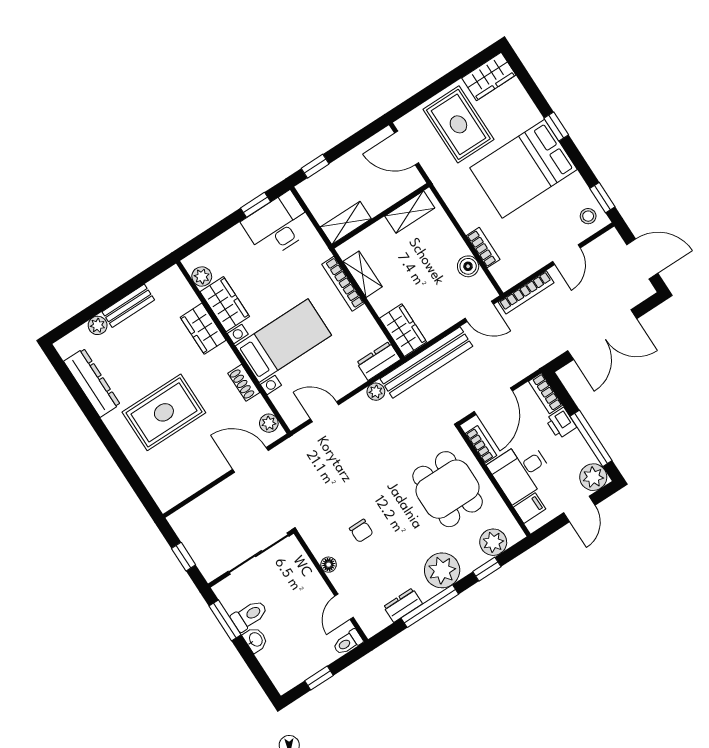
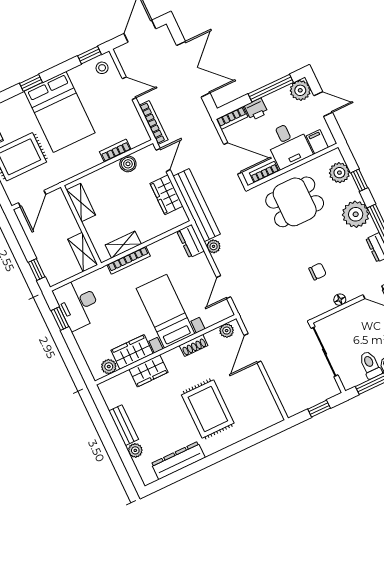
wardrobe: (403, 330) -> (167, 195), moved, turned -90

